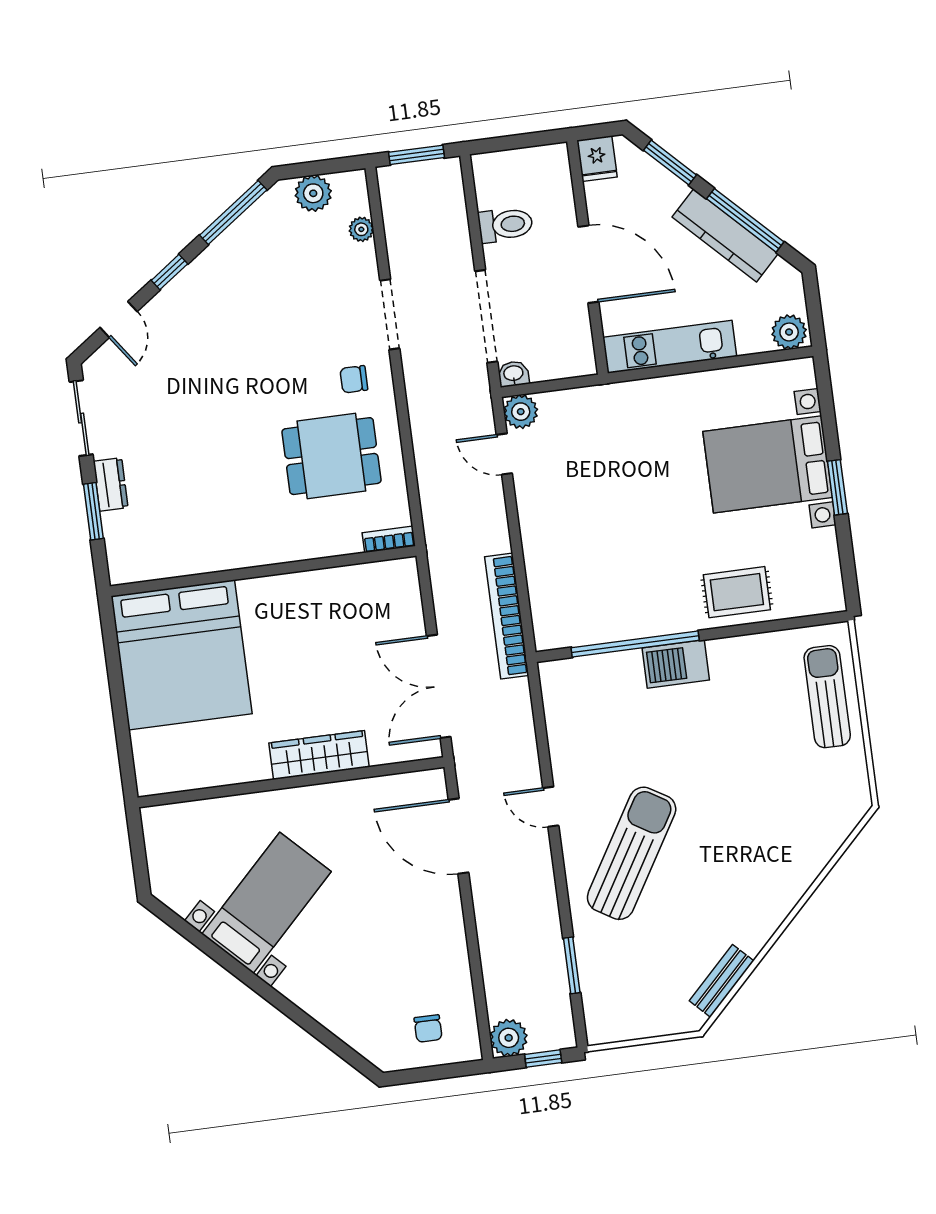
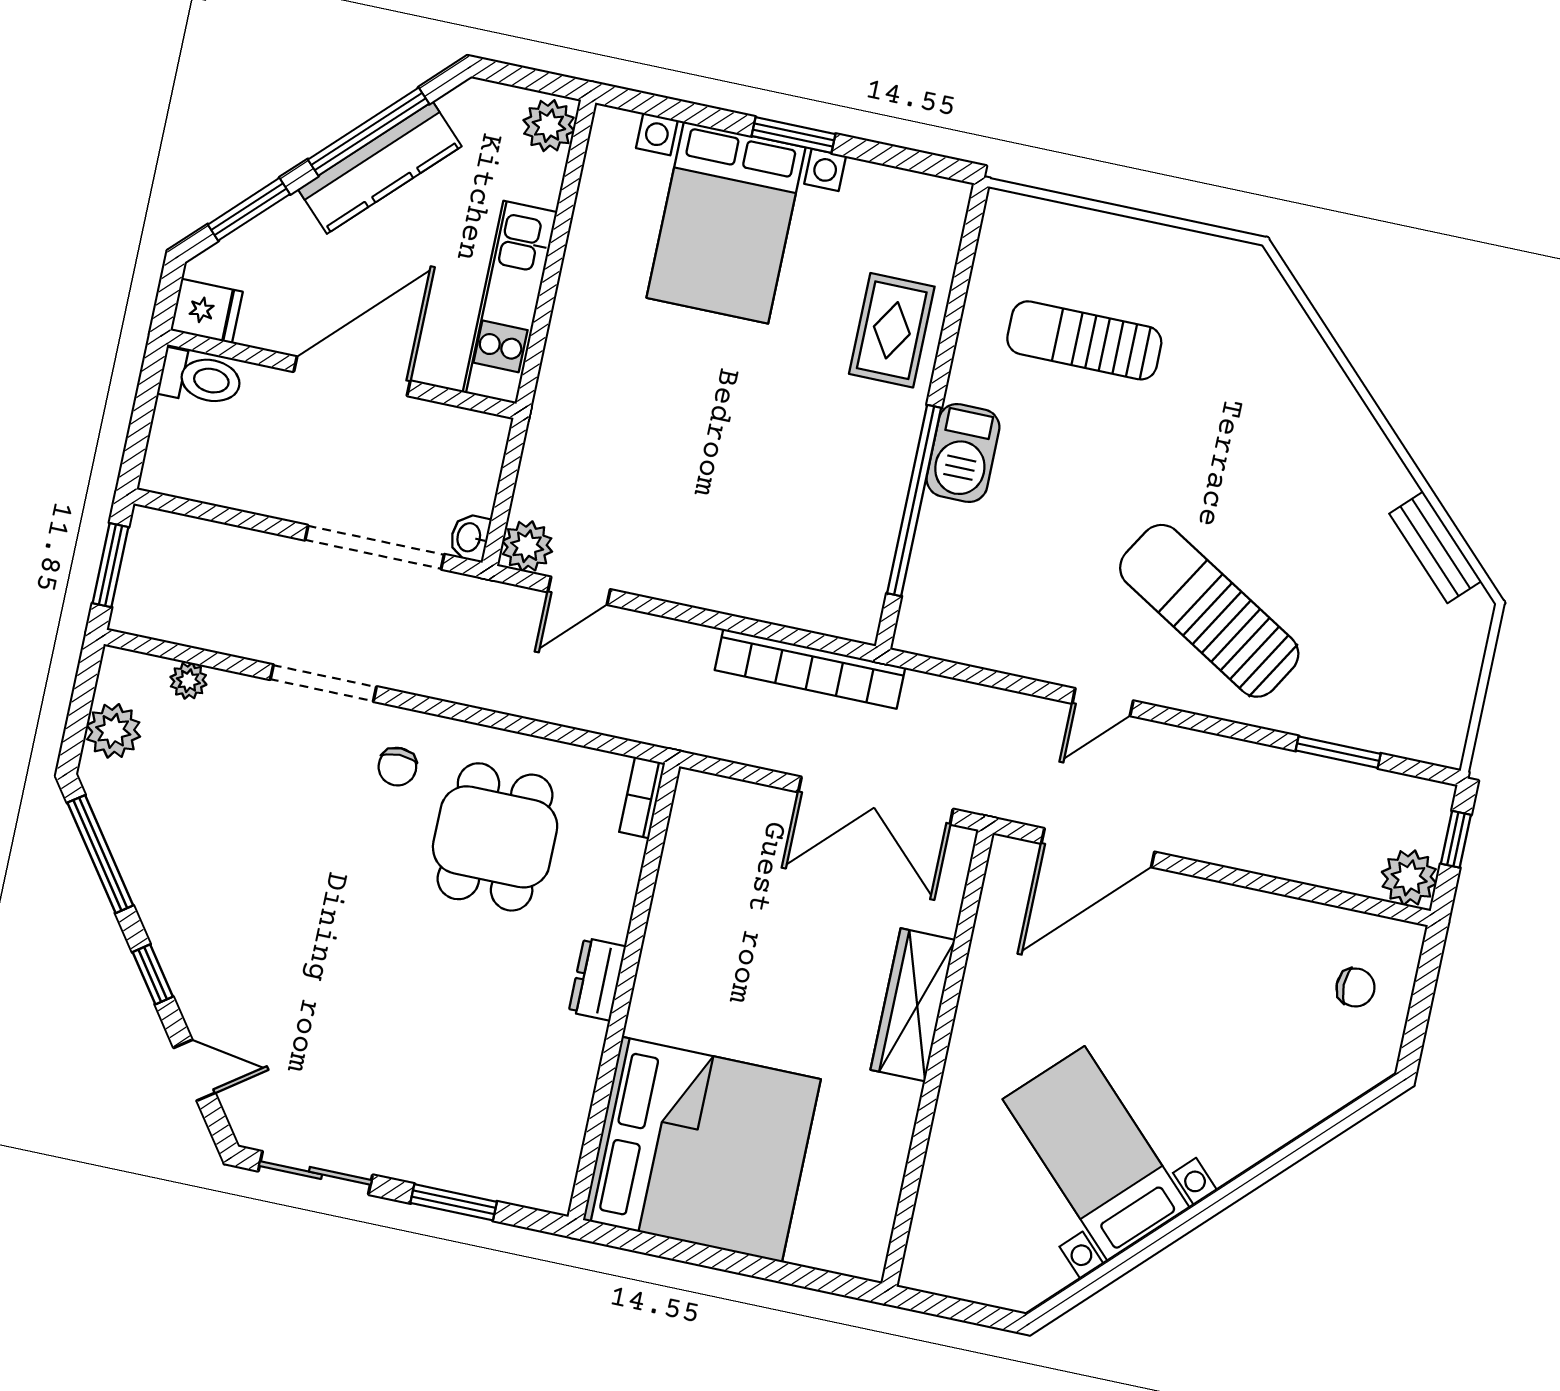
toilet: (505, 225) -> (200, 378), moved, turned 90
dresser: (111, 484) -> (597, 979), moved, turned -90
sun lounger: (827, 697) -> (1084, 340), moved

